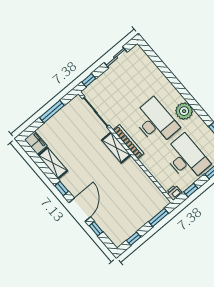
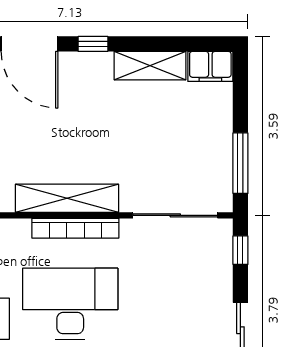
window: (52, 112) -> (240, 163), moved
desk: (155, 122) -> (70, 304), turned 180
shelving: (116, 148) -> (67, 198), width x1.47

